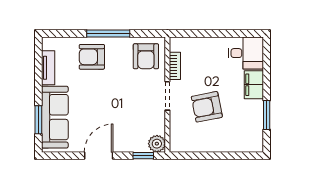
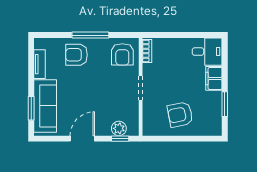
bookcase: (175, 66) -> (147, 51), moved
armchair: (207, 107) -> (180, 115), moved
plant: (157, 144) -> (119, 128), moved

